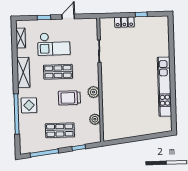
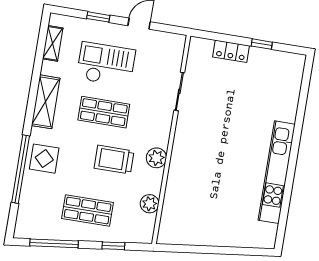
checkout: (54, 44) -> (106, 64), turned 180

